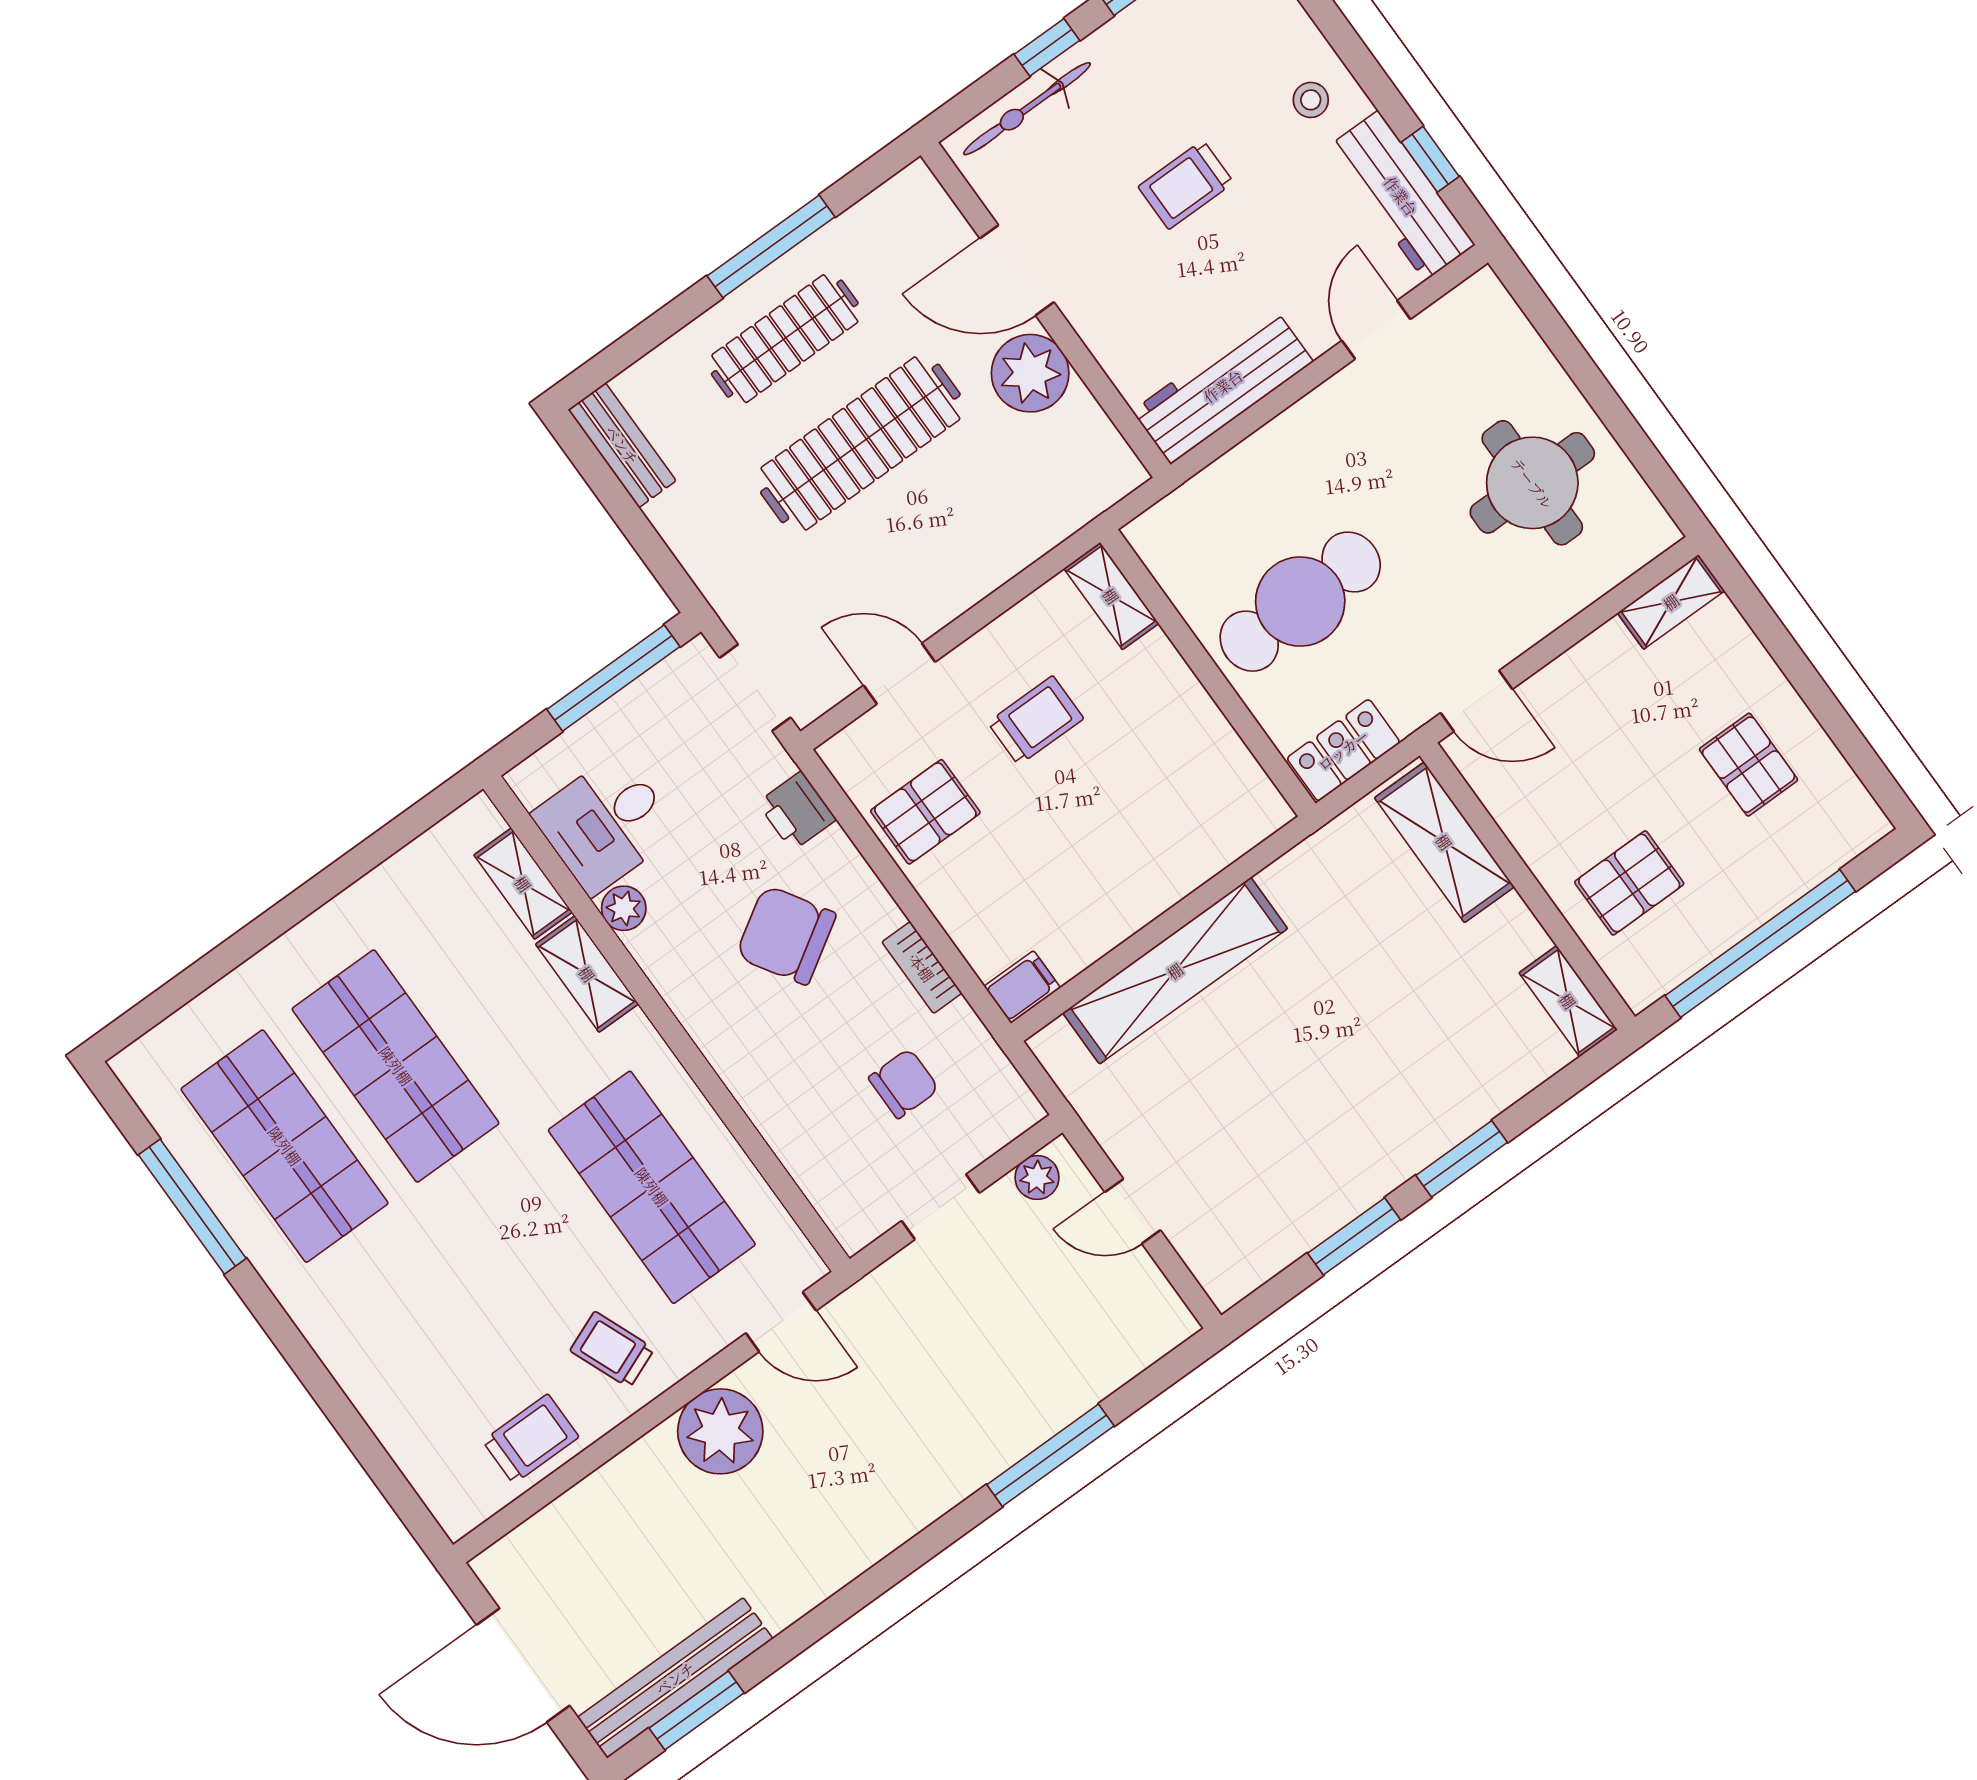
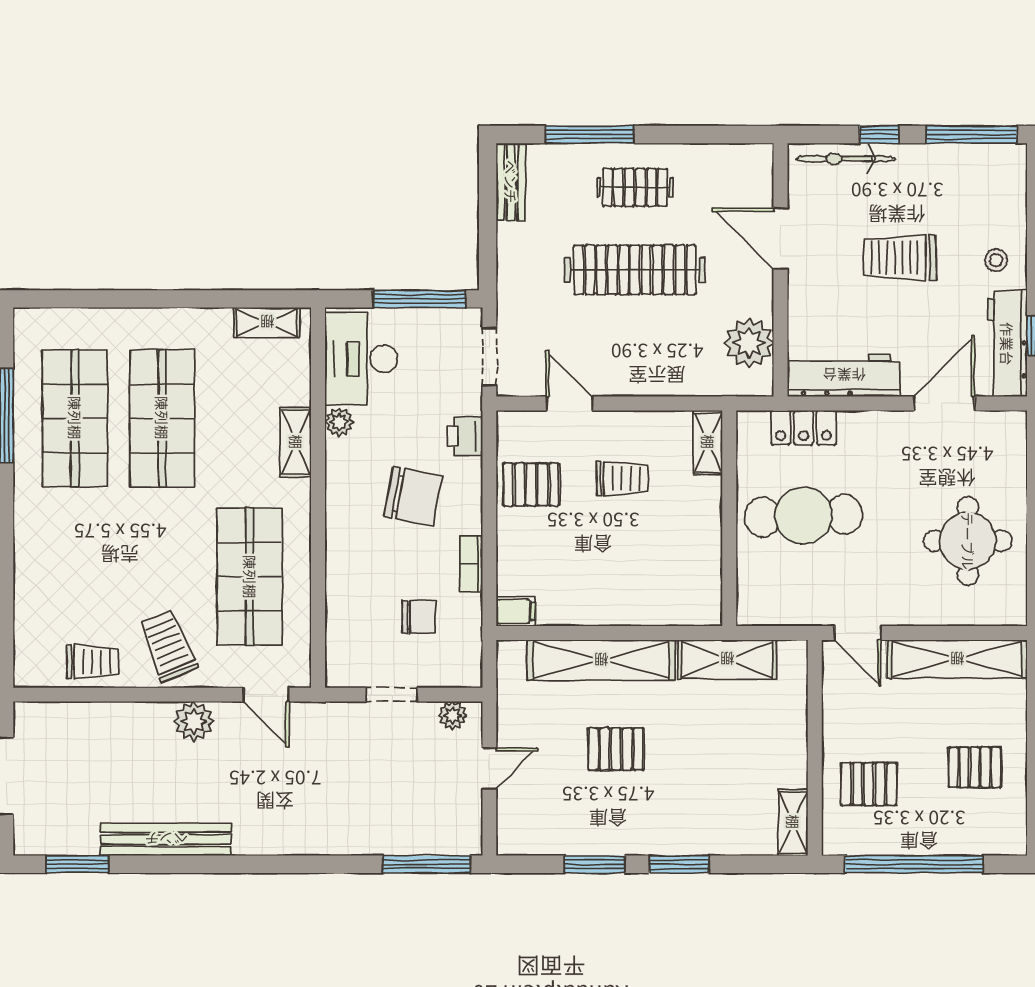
trolley: (1186, 185) -> (900, 257), width x1.36, depth x1.39
window: (771, 246) -> (590, 134), moved
door: (1376, 330) -> (944, 403), width x1.38
clothes rail: (785, 339) -> (635, 187), width x0.73
plant: (1030, 373) -> (749, 343), moved
shelving: (1671, 602) -> (957, 659), width x2.20, depth x1.33
locker: (1343, 750) -> (804, 428), moved, turned 180
pallet: (1749, 765) -> (975, 767), turned 90
desk: (606, 823) -> (361, 359), width x1.37
shelving: (1444, 842) -> (727, 659), moved, turned 90
shelving: (523, 884) -> (267, 322), moved, turned 90
chair: (786, 935) -> (413, 496), turned 133
pallet: (1276, 1070) -> (616, 749), added
door: (1133, 1211) -> (489, 769), swing flipped
trolley: (612, 1350) -> (168, 646), width x1.36, depth x1.39
plant: (720, 1431) -> (194, 721), width x0.73, depth x0.73
window: (1050, 1455) -> (427, 864), moved
bench: (675, 1678) -> (166, 839), moved

